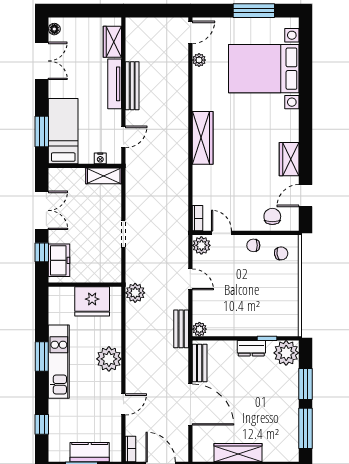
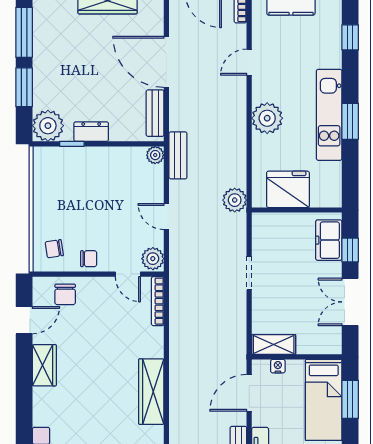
door: (123, 137) -> (249, 393), width x1.38
bookcase: (197, 218) -> (158, 301), width x1.56

